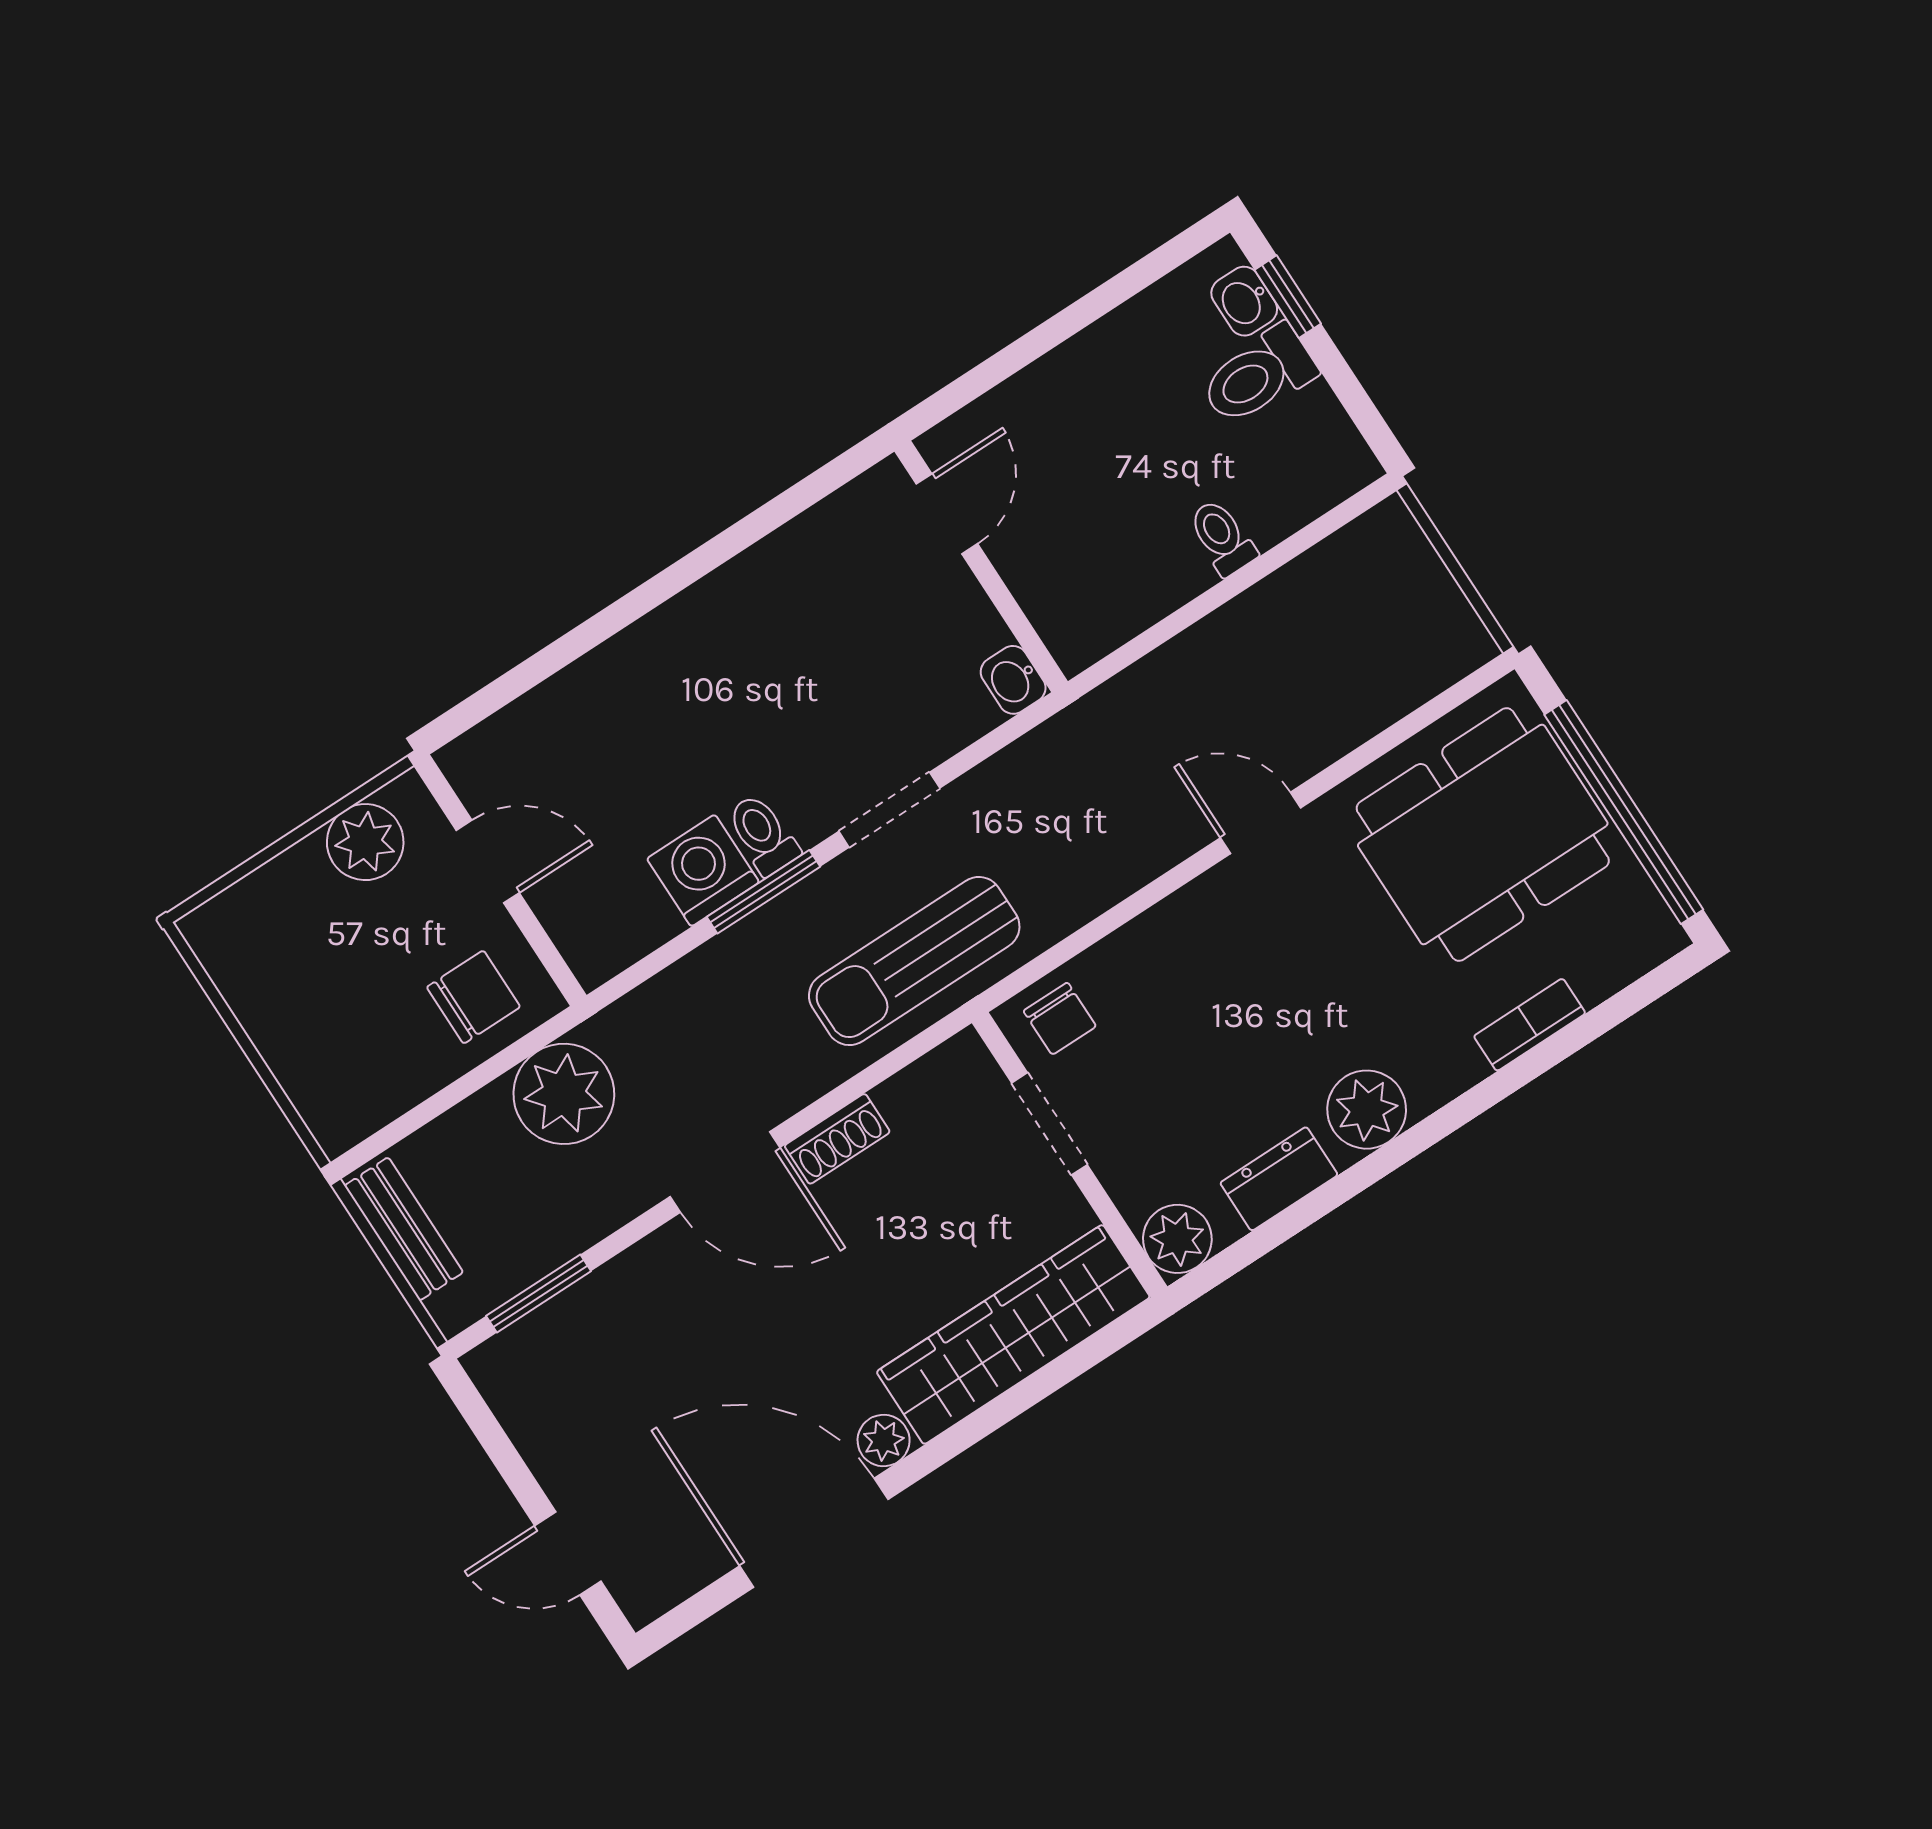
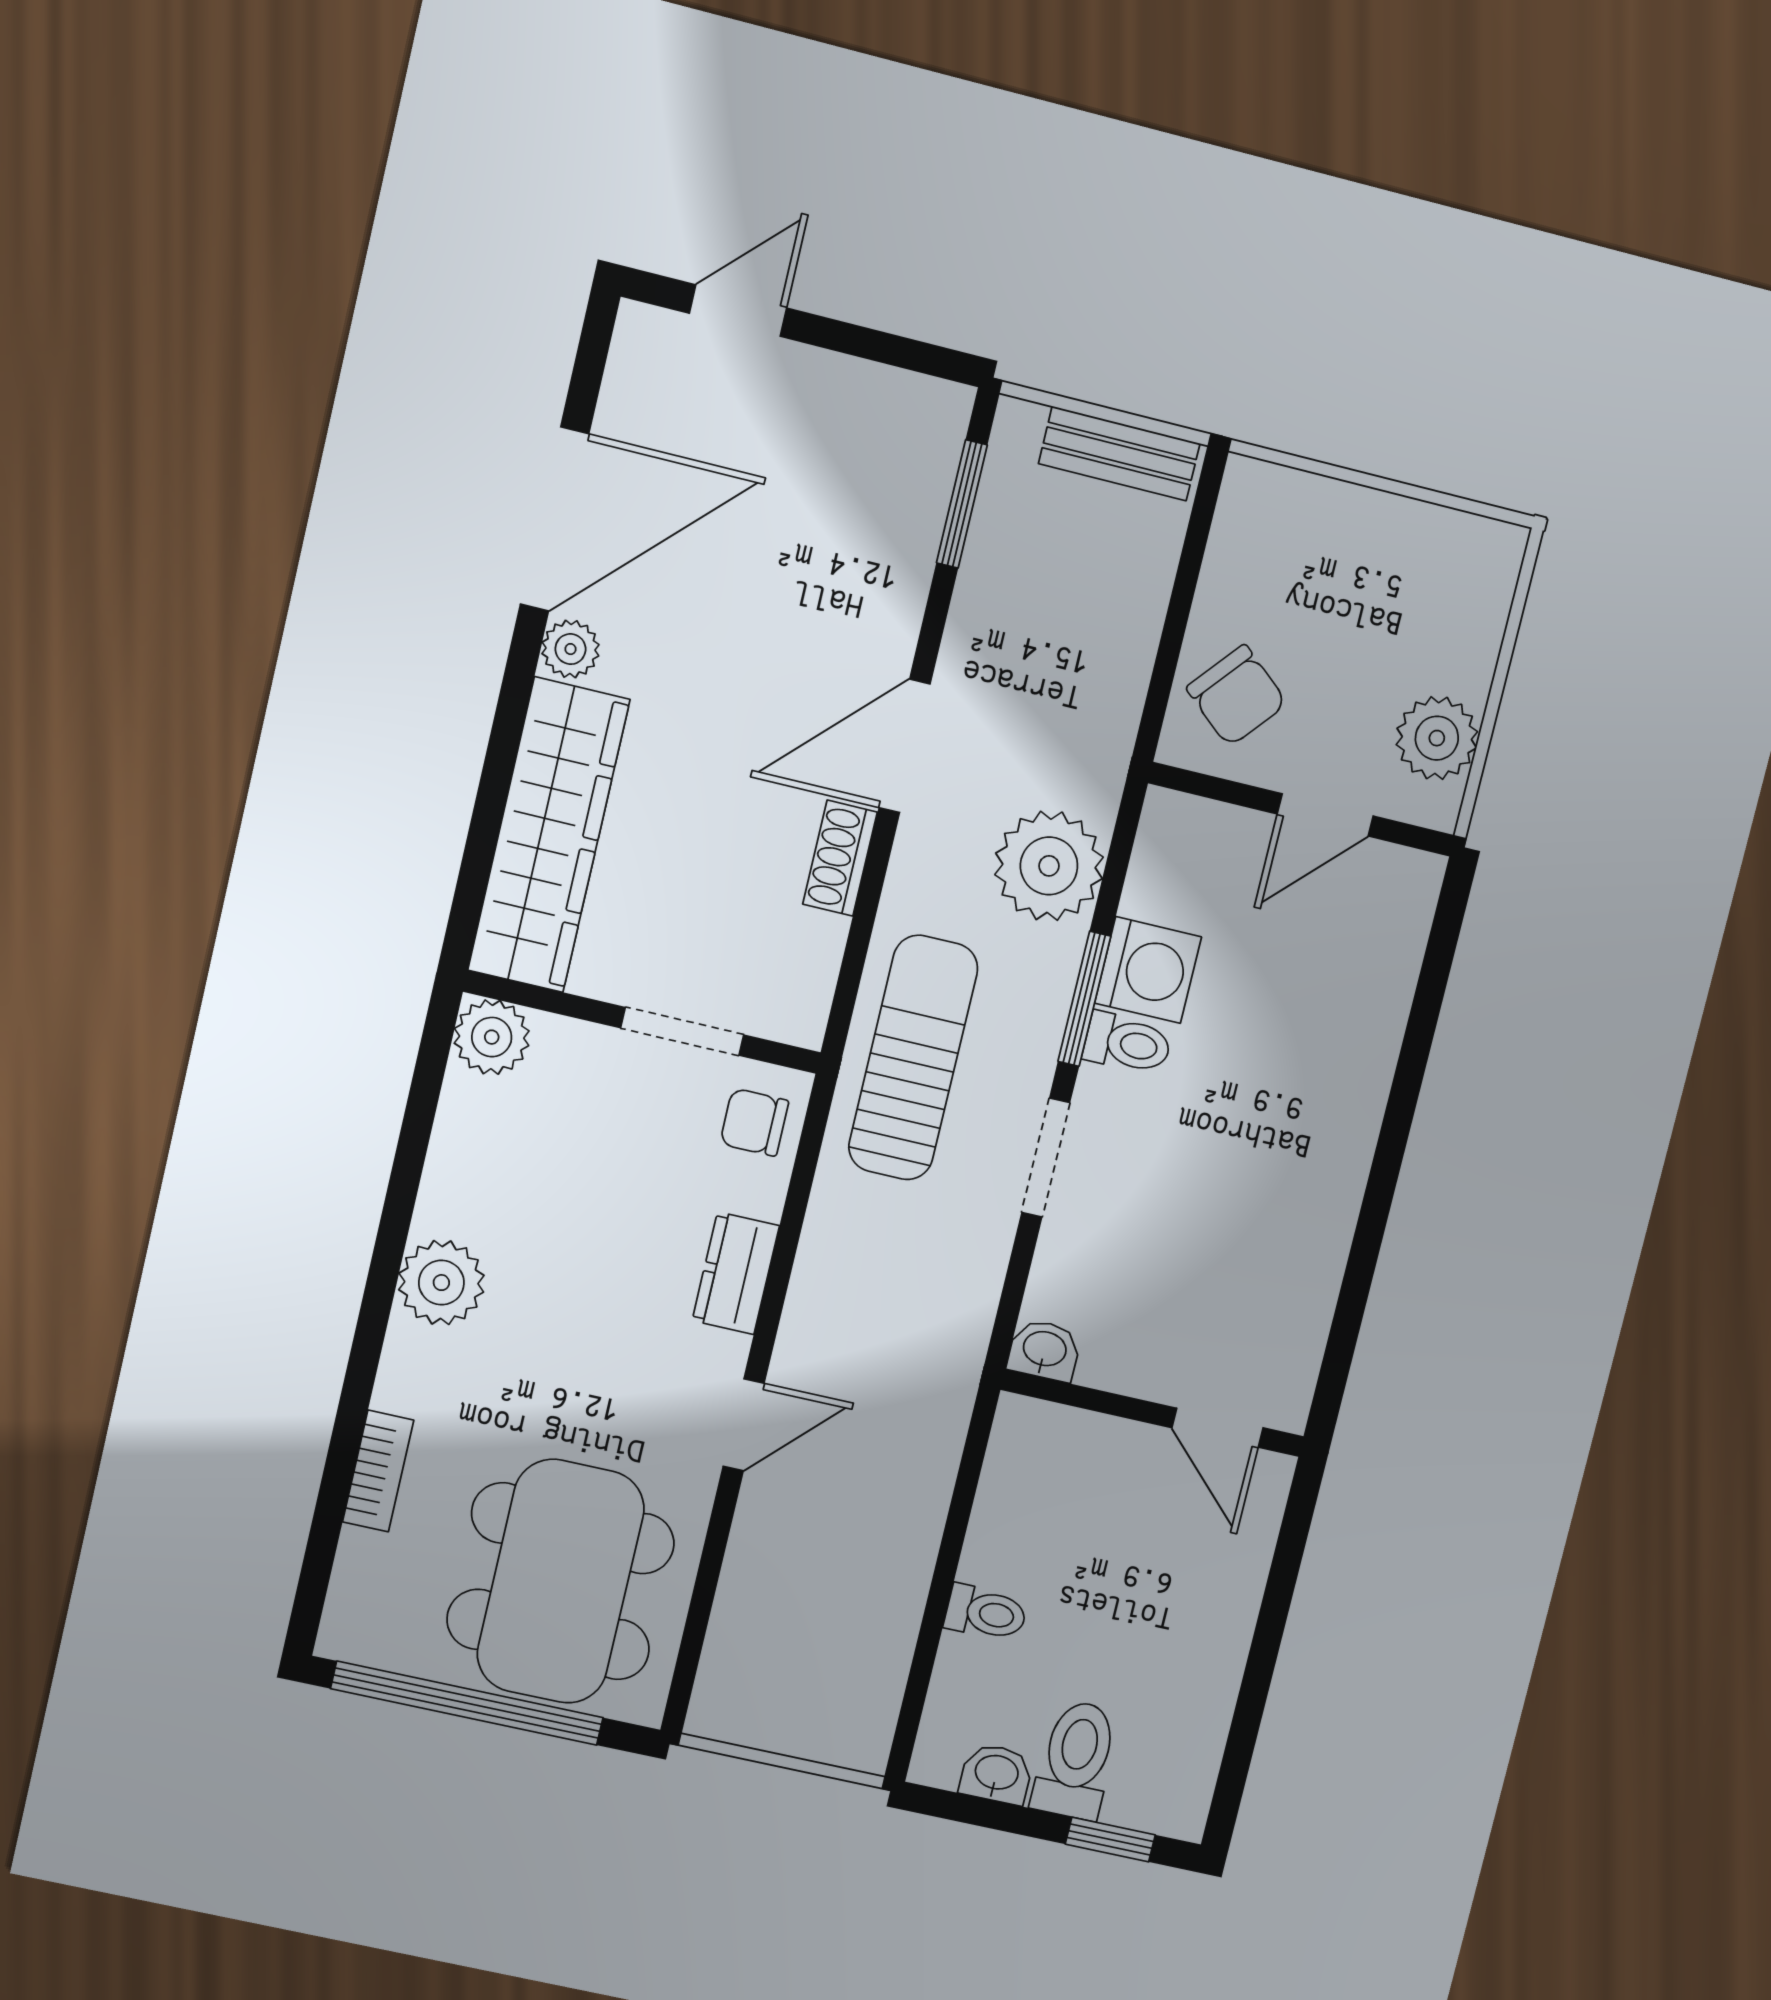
washbasin: (1244, 301) -> (996, 1774), moved
chair: (473, 997) -> (1237, 696), turned -50
plant: (564, 1094) -> (1049, 866), moved
dresser: (1279, 1179) -> (736, 1273), moved, turned 180

